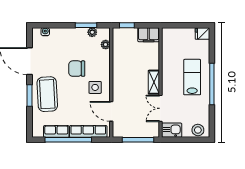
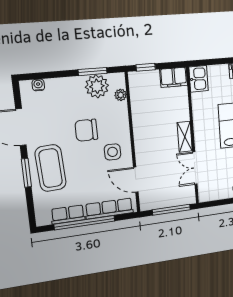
plant: (92, 32) -> (97, 86), width x1.87, depth x1.87
kitchen sink: (172, 130) -> (199, 79), moved, turned 90

